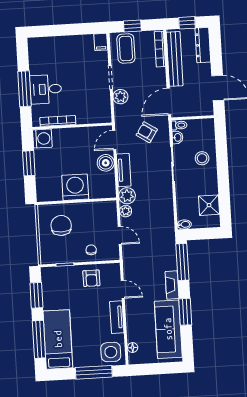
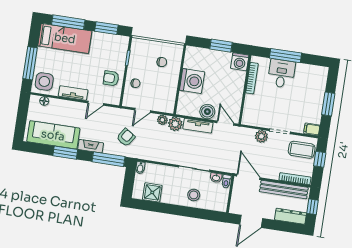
window: (68, 30) -> (328, 104), added
armchair: (147, 132) -> (126, 137), moved
chair: (61, 225) -> (162, 62), width x0.54, depth x0.54

